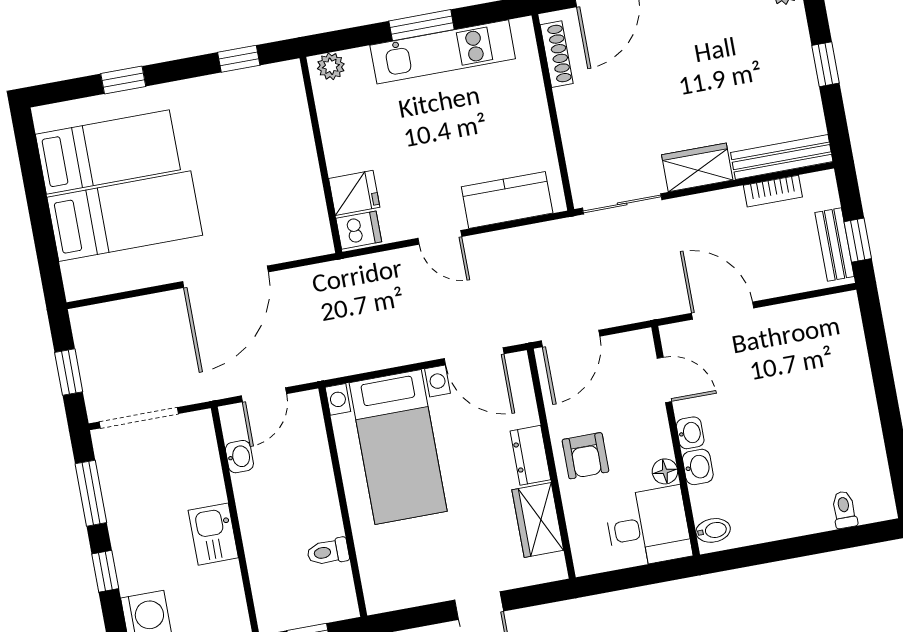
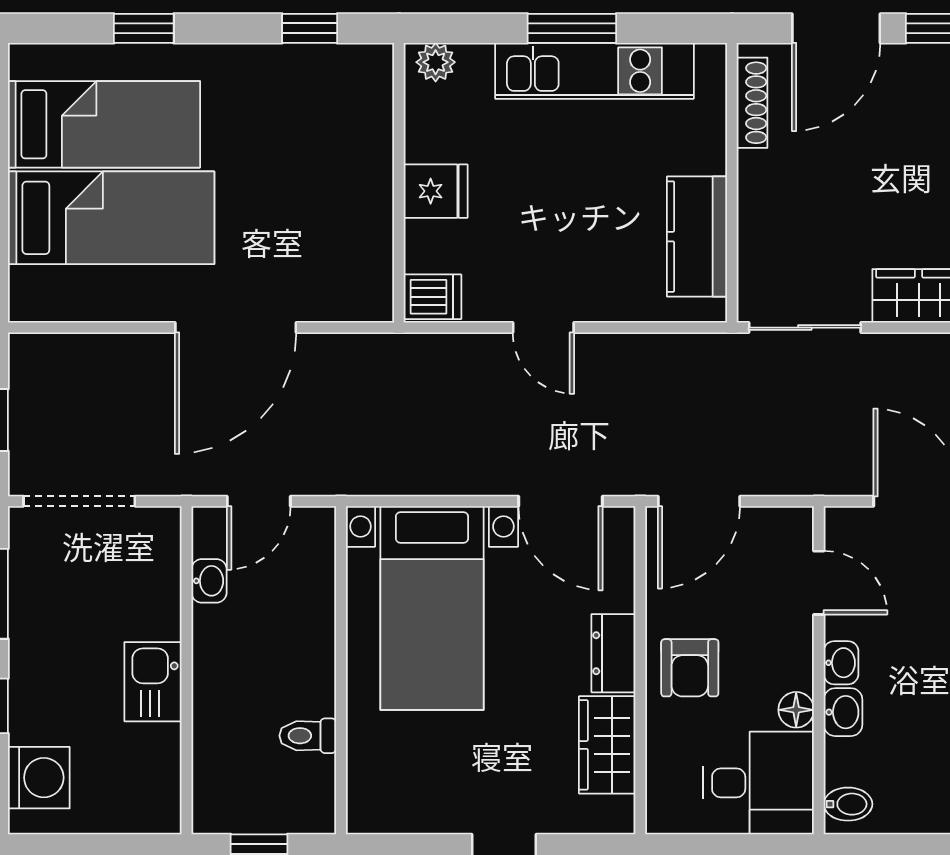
fridge: (354, 193) -> (436, 191), moved
kitchen counter: (507, 200) -> (697, 237), moved, turned -90

